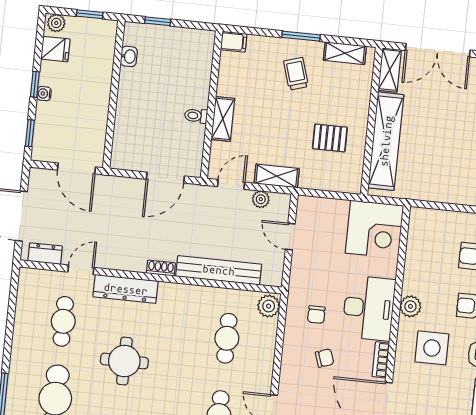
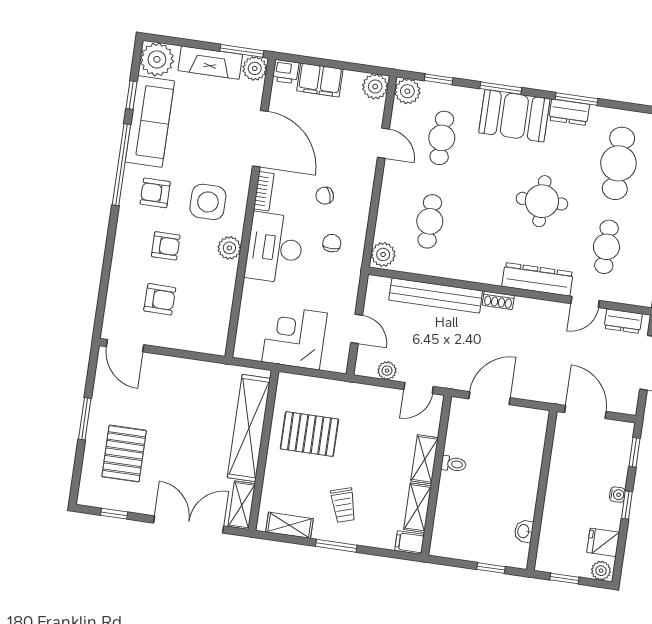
pallet: (330, 138) -> (309, 434), width x1.50, depth x1.42
shelving: (277, 176) -> (418, 508), moved, turned 90
corner desk: (374, 229) -> (295, 337), moved

